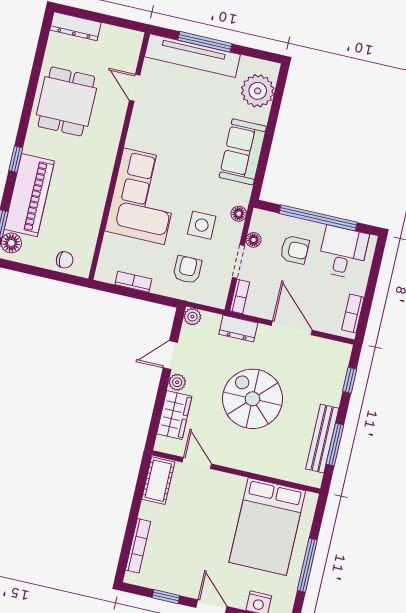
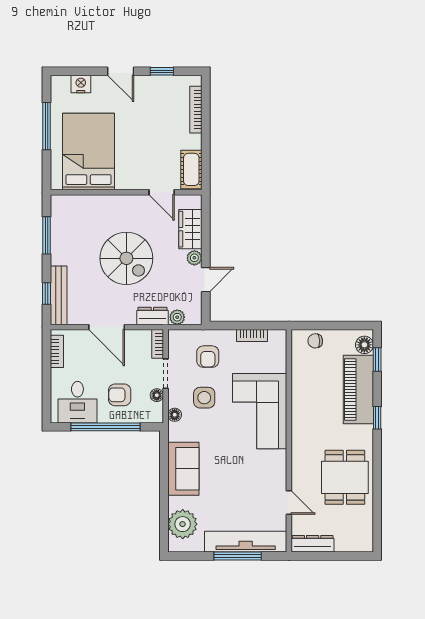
dresser: (75, 26) -> (313, 544), moved
plant: (192, 317) -> (177, 317), moved
bench: (322, 439) -> (59, 295), moved

